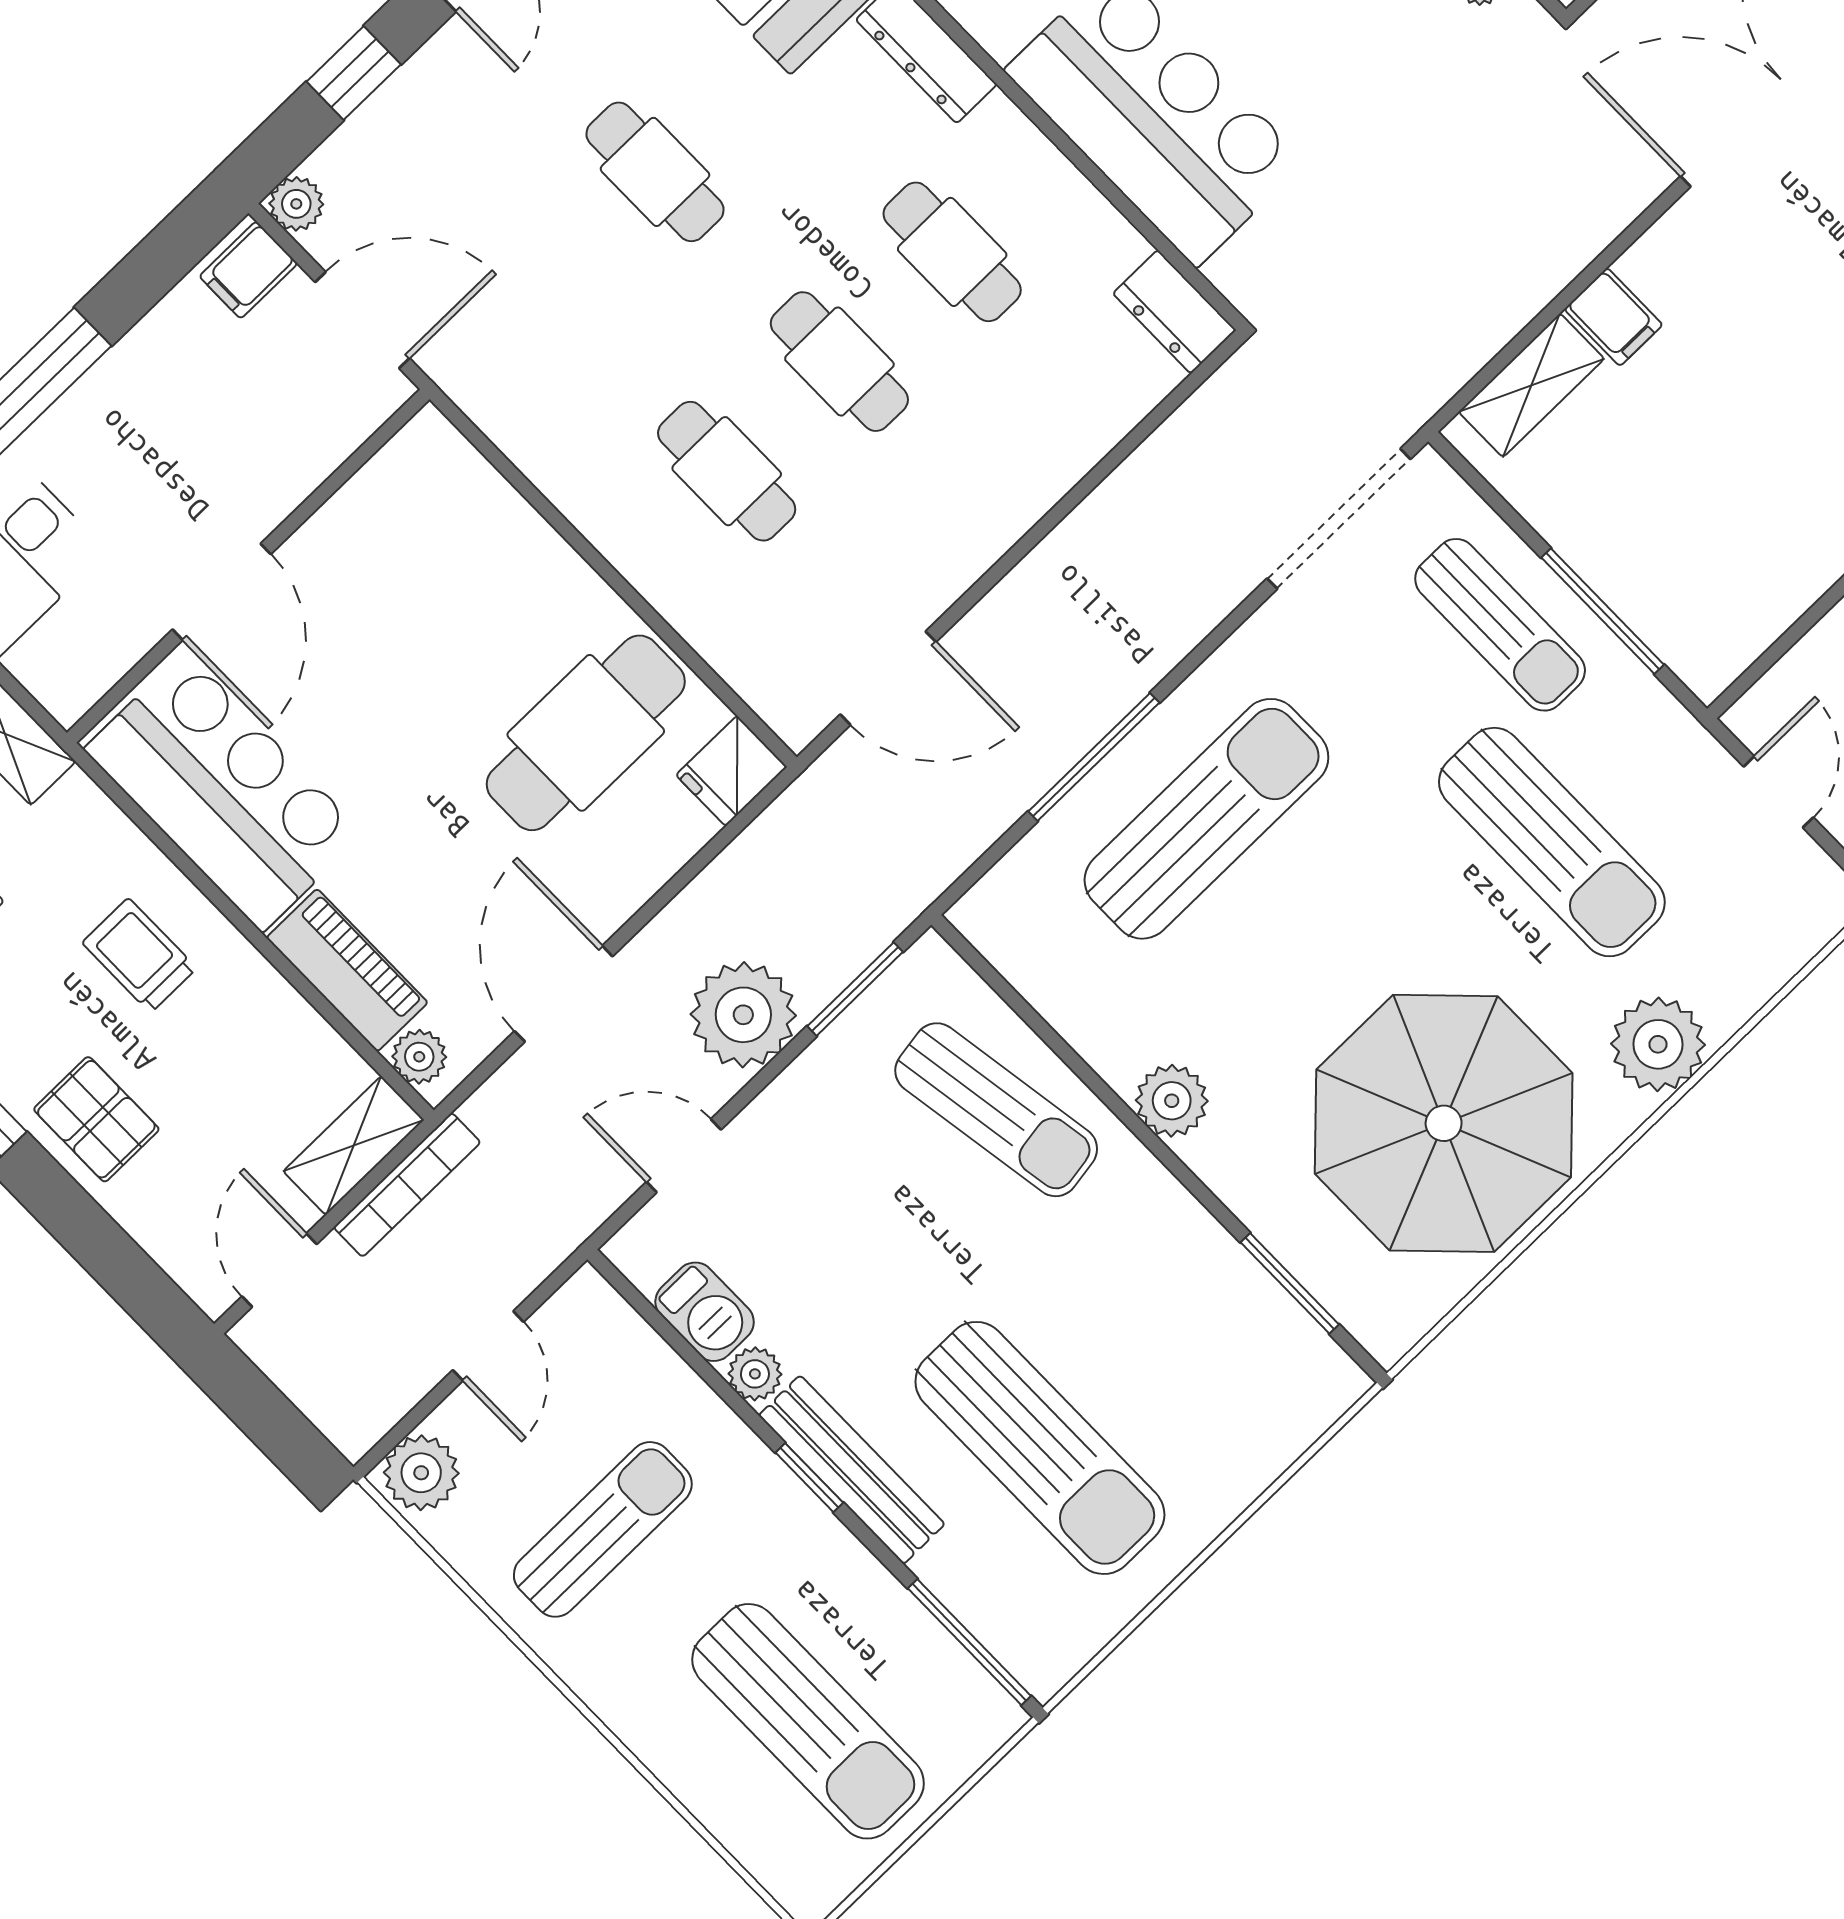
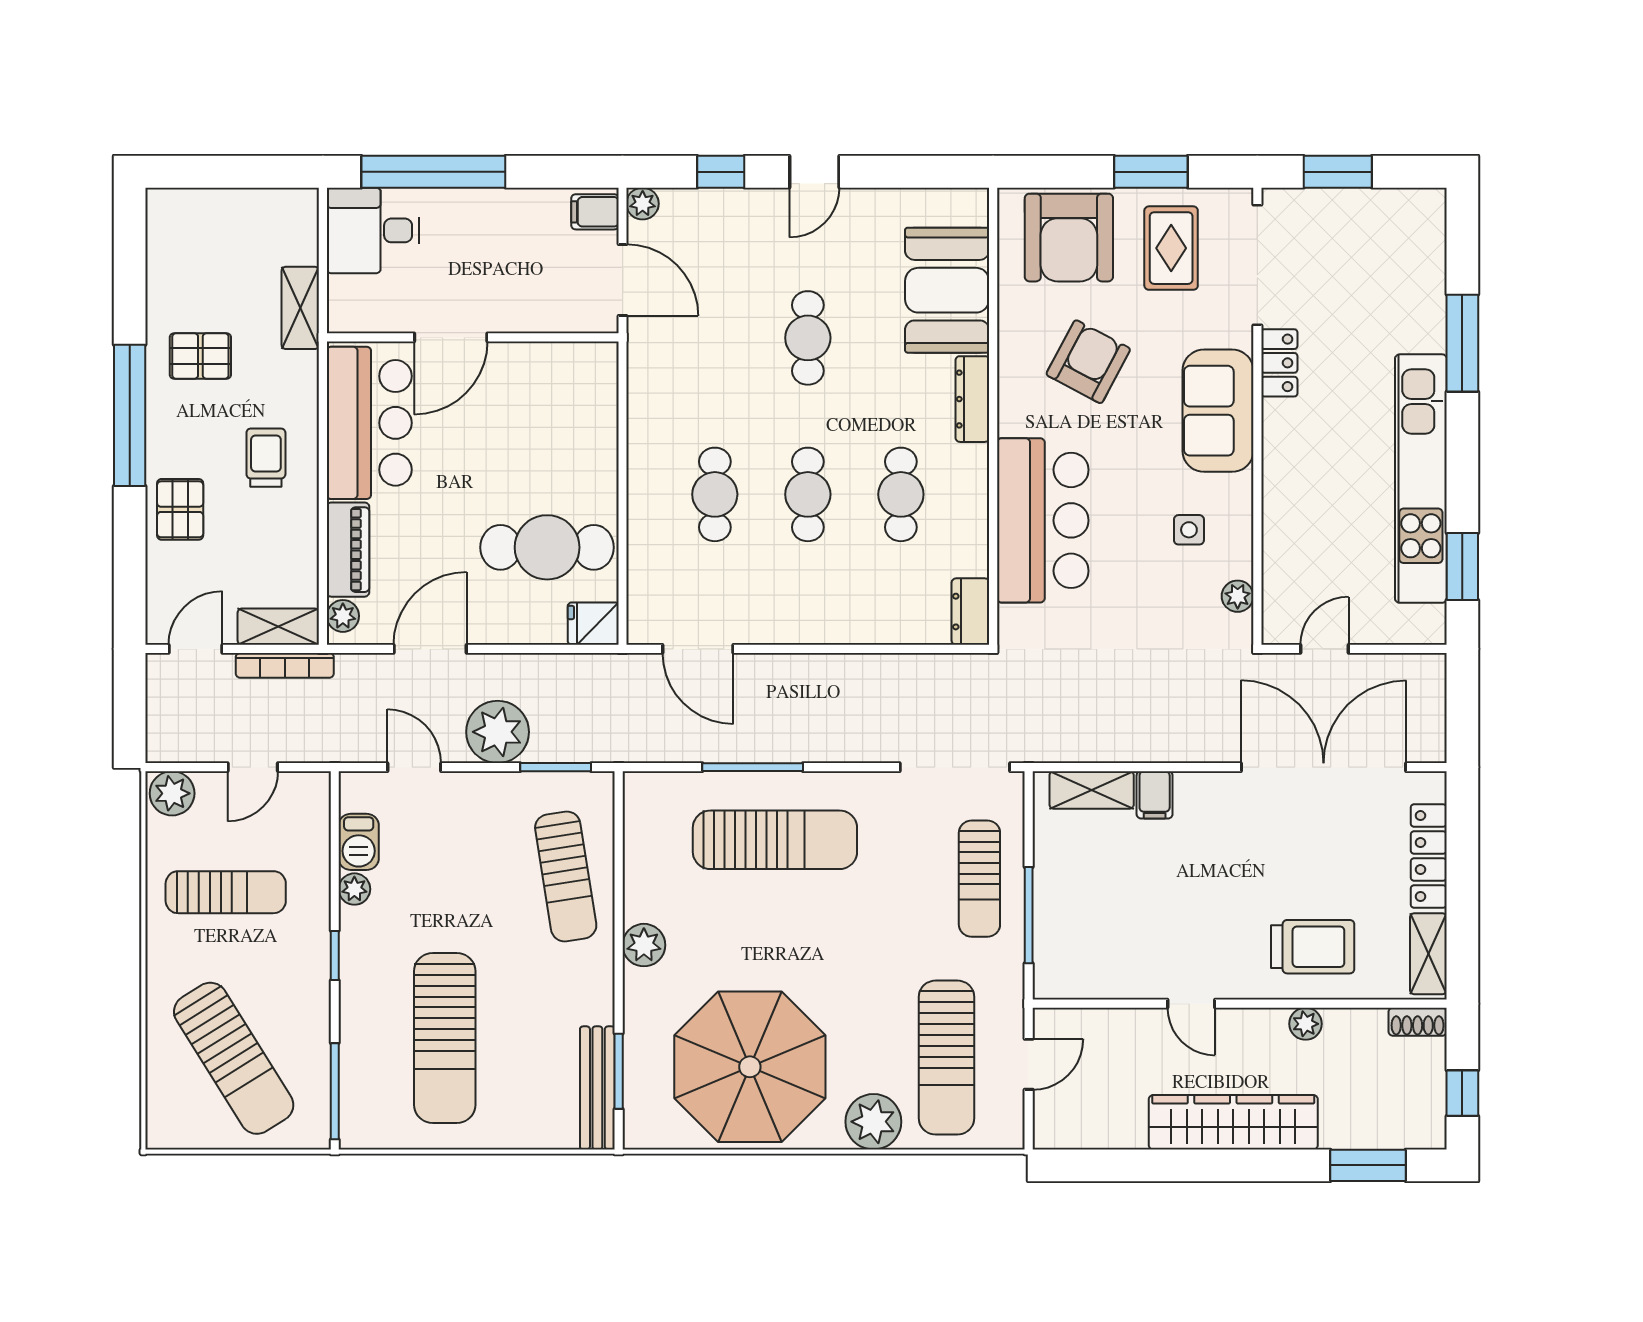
sun lounger: (1552, 842) -> (946, 1058), moved
bench: (852, 1470) -> (597, 1088), moved
sun lounger: (808, 1721) -> (234, 1058), turned -32

